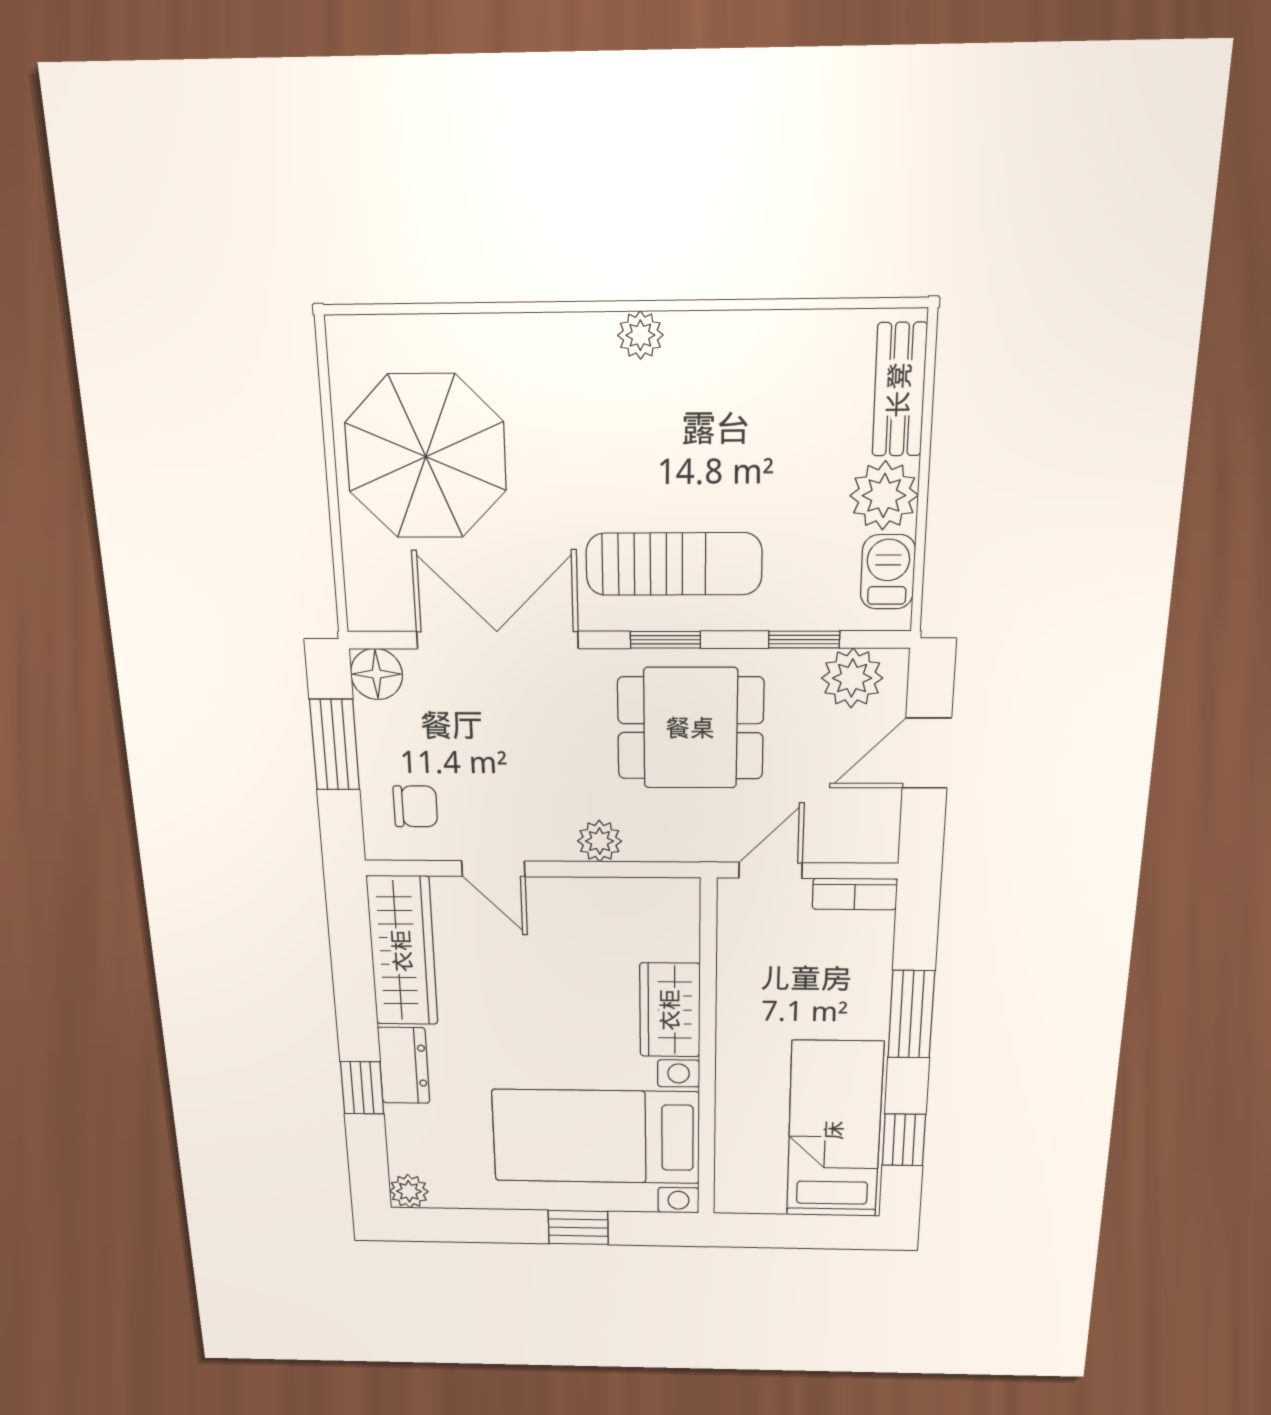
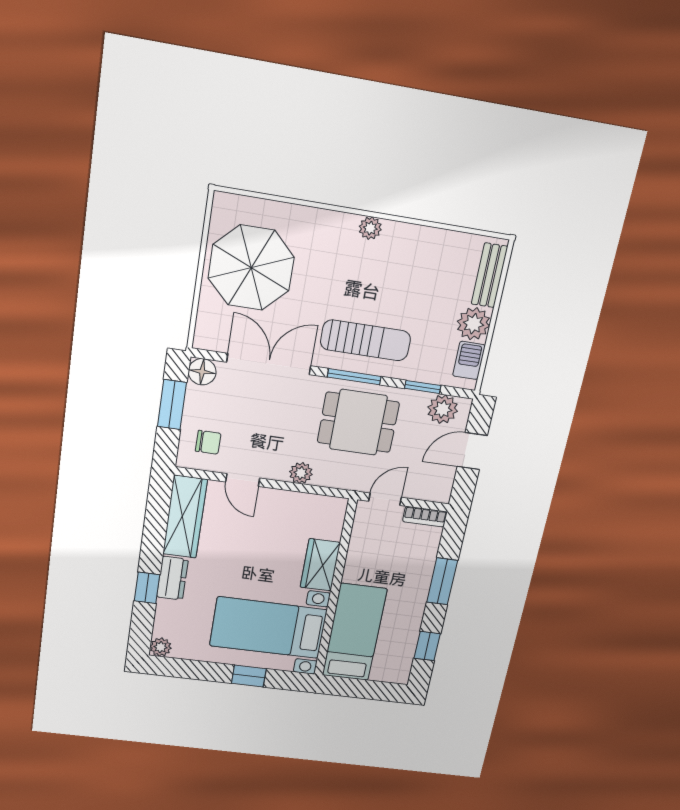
window: (665, 640) -> (354, 377), width x1.50
bed: (834, 1130) -> (354, 632), moved

